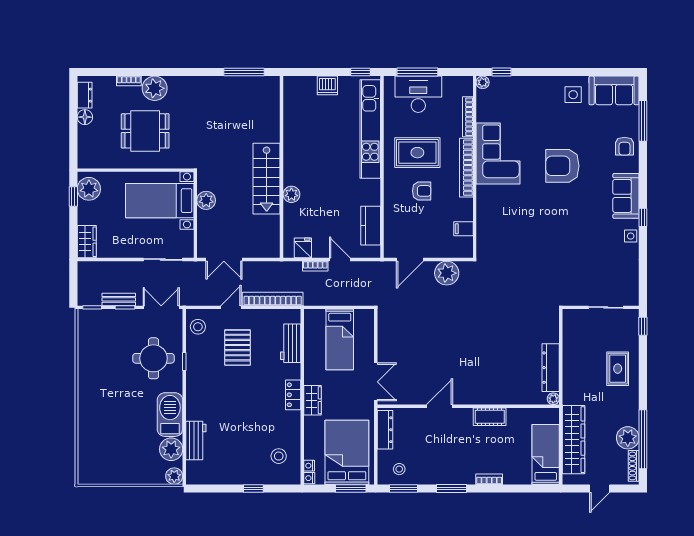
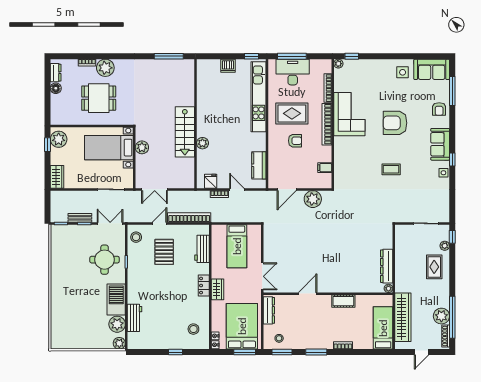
coffee table: (557, 231) -> (391, 169), added
plant: (632, 339) -> (445, 246), added

